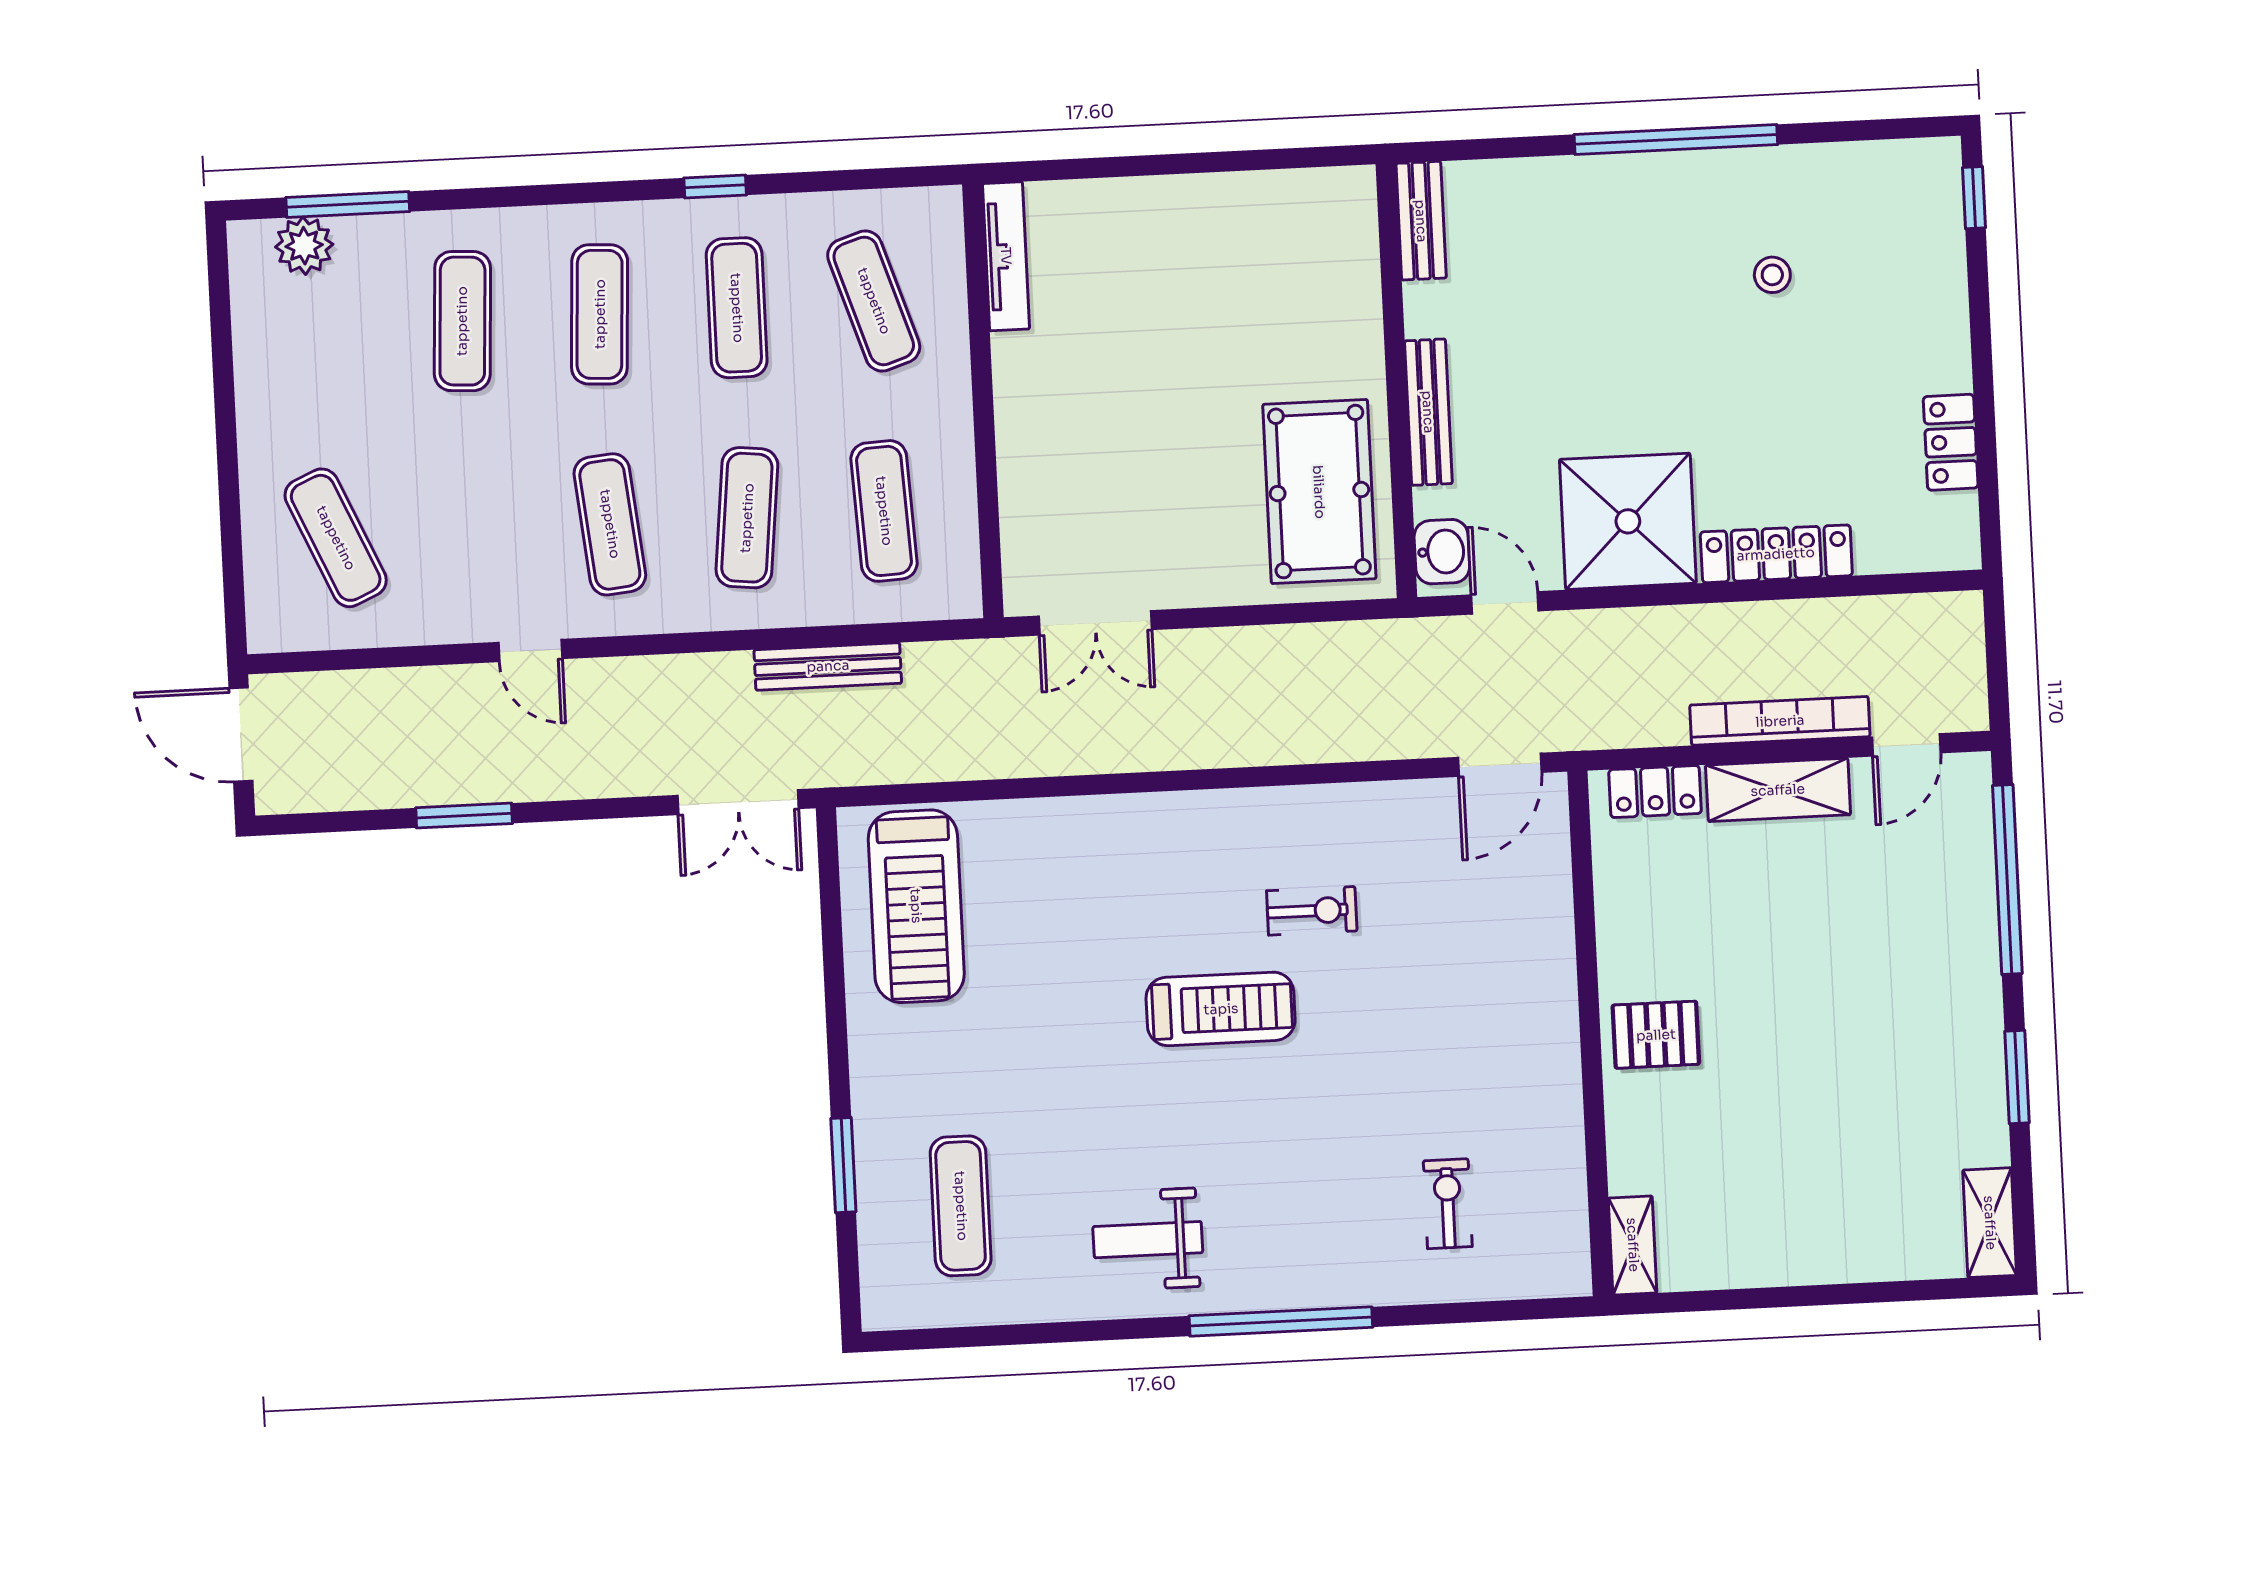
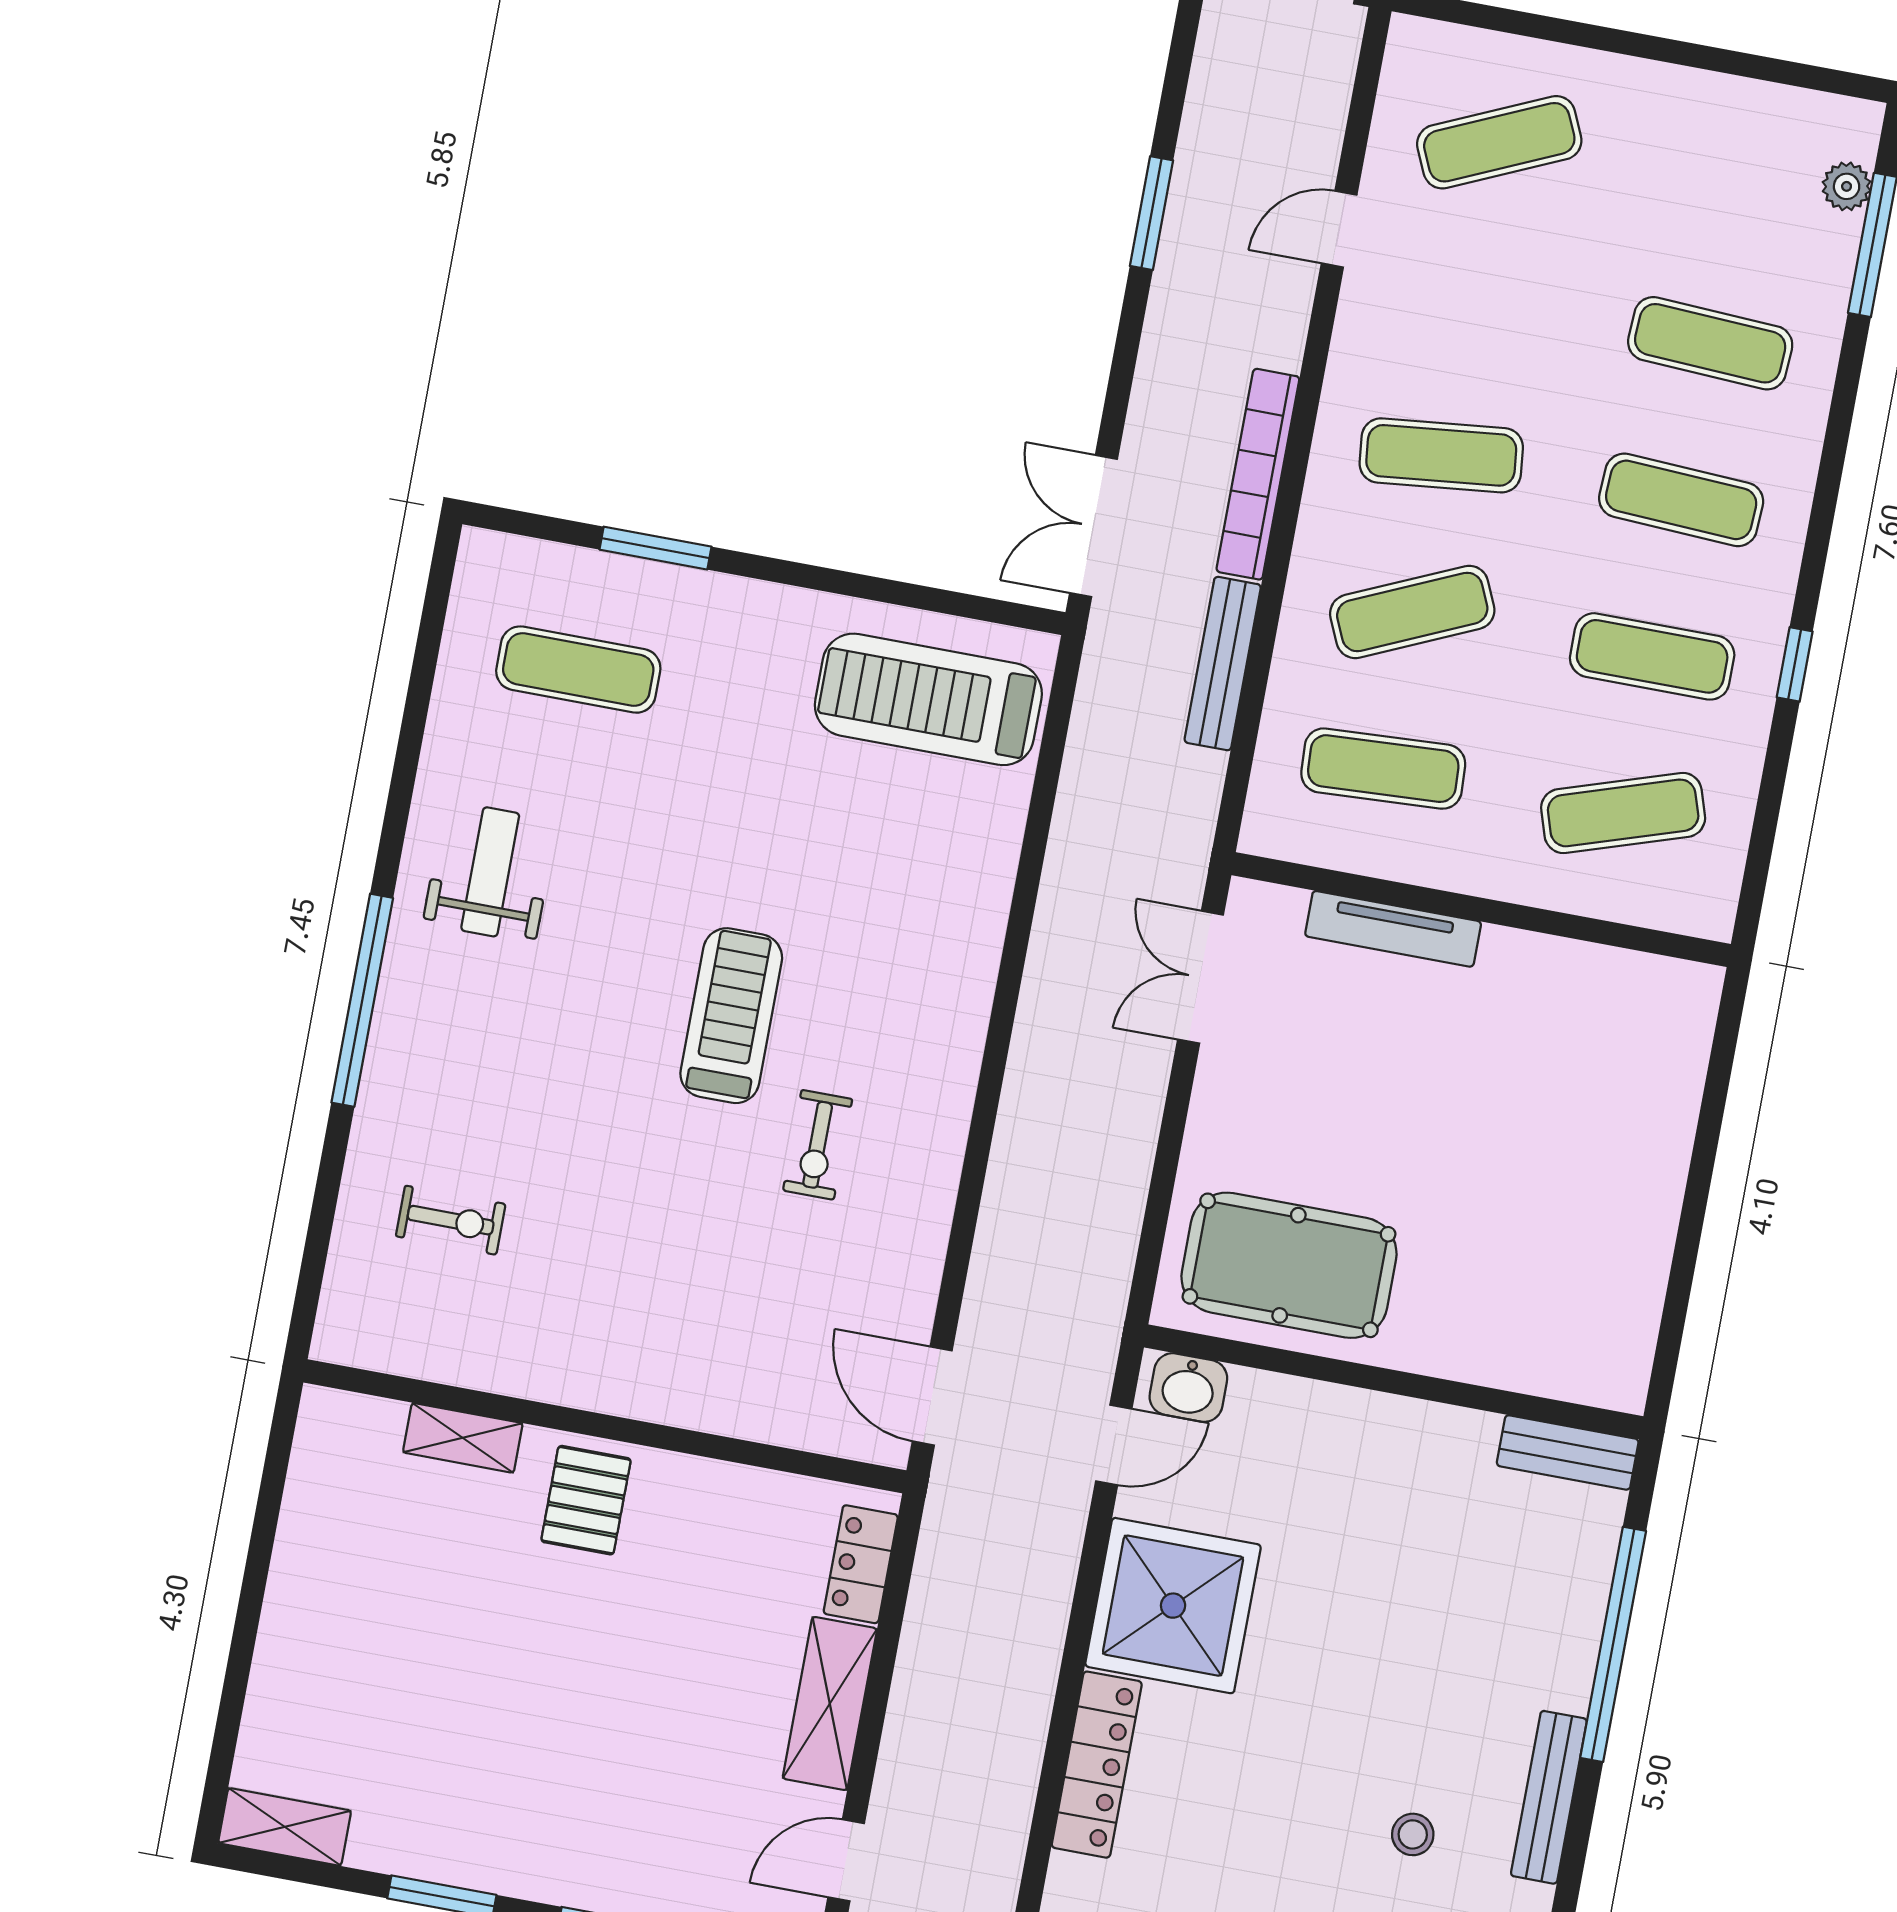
window: (1676, 140) -> (1613, 1644), moved
plant: (304, 246) -> (1847, 186), width x0.73, depth x0.73
tv unit: (1006, 256) -> (1393, 929), moved
bench: (1428, 412) -> (1549, 1797), moved, turned 90
exercise mat: (747, 518) -> (1412, 612), turned -30
door: (530, 651) -> (1339, 229), moved
bookcase: (1780, 721) -> (1258, 474), moved, turned 180
door: (1906, 745) -> (846, 1860), hinge flipped
treadmill: (1221, 1009) -> (731, 1016), turned 180
shelving: (1633, 1245) -> (463, 1438), moved

